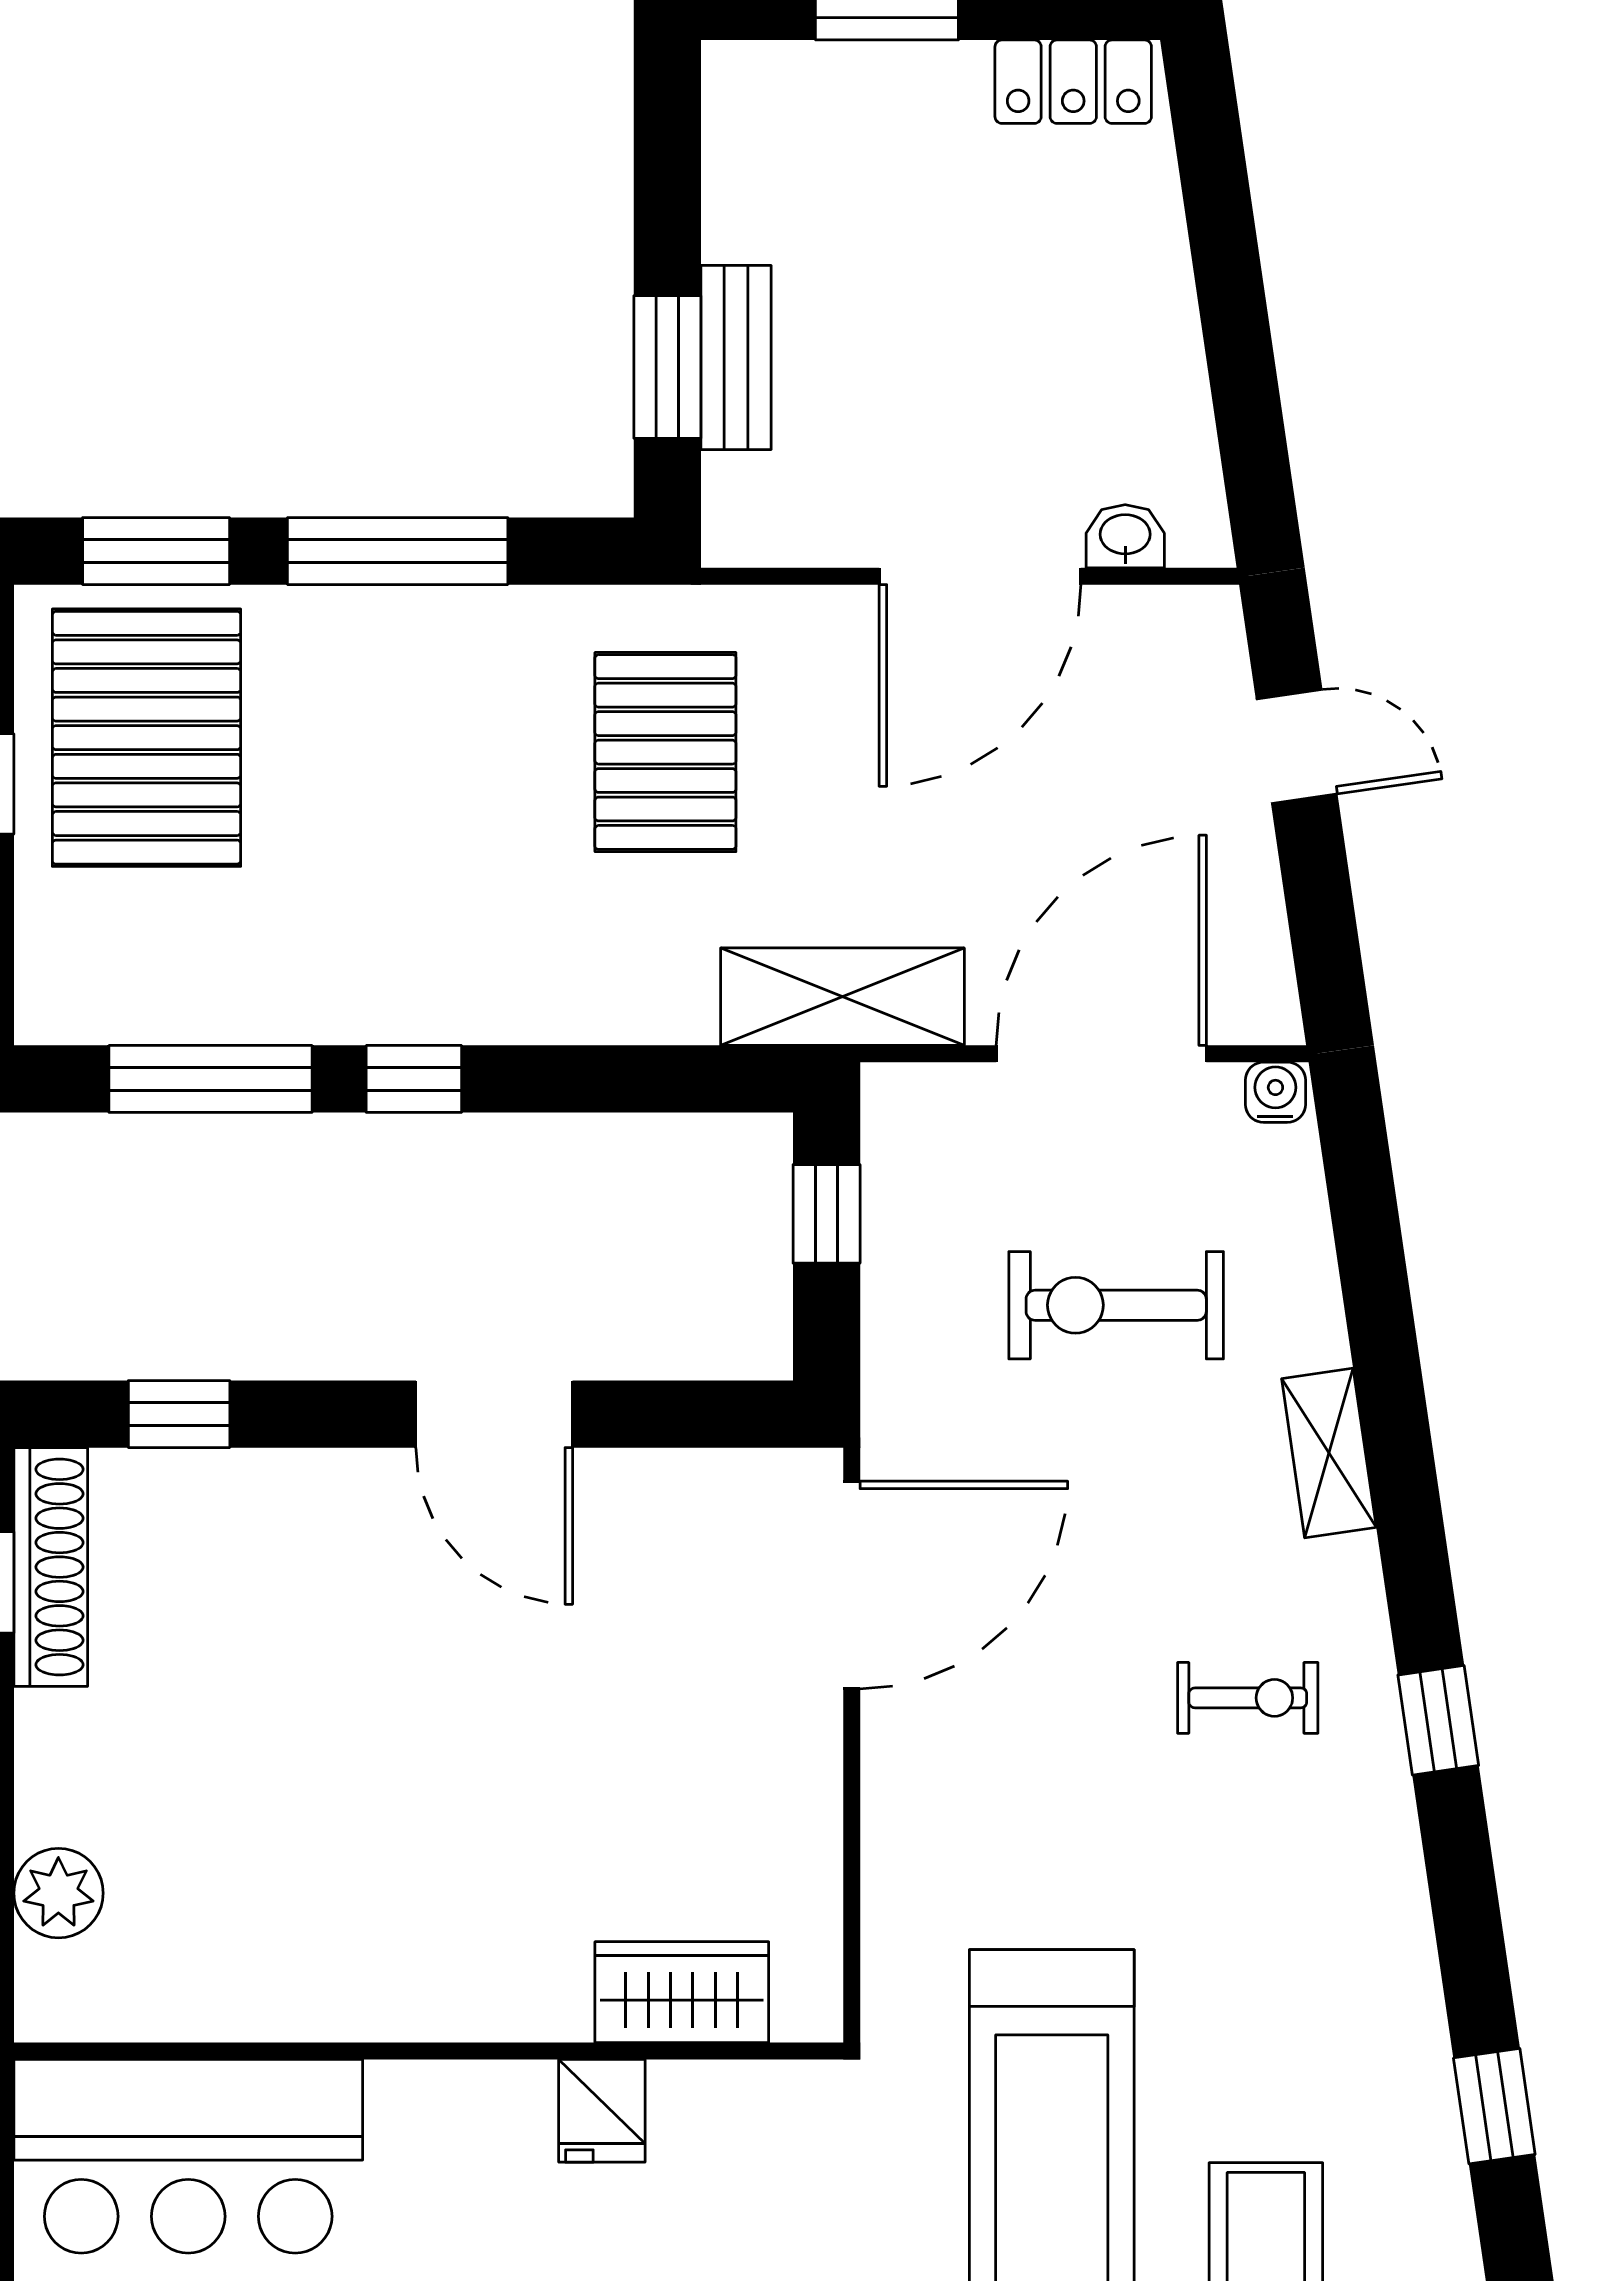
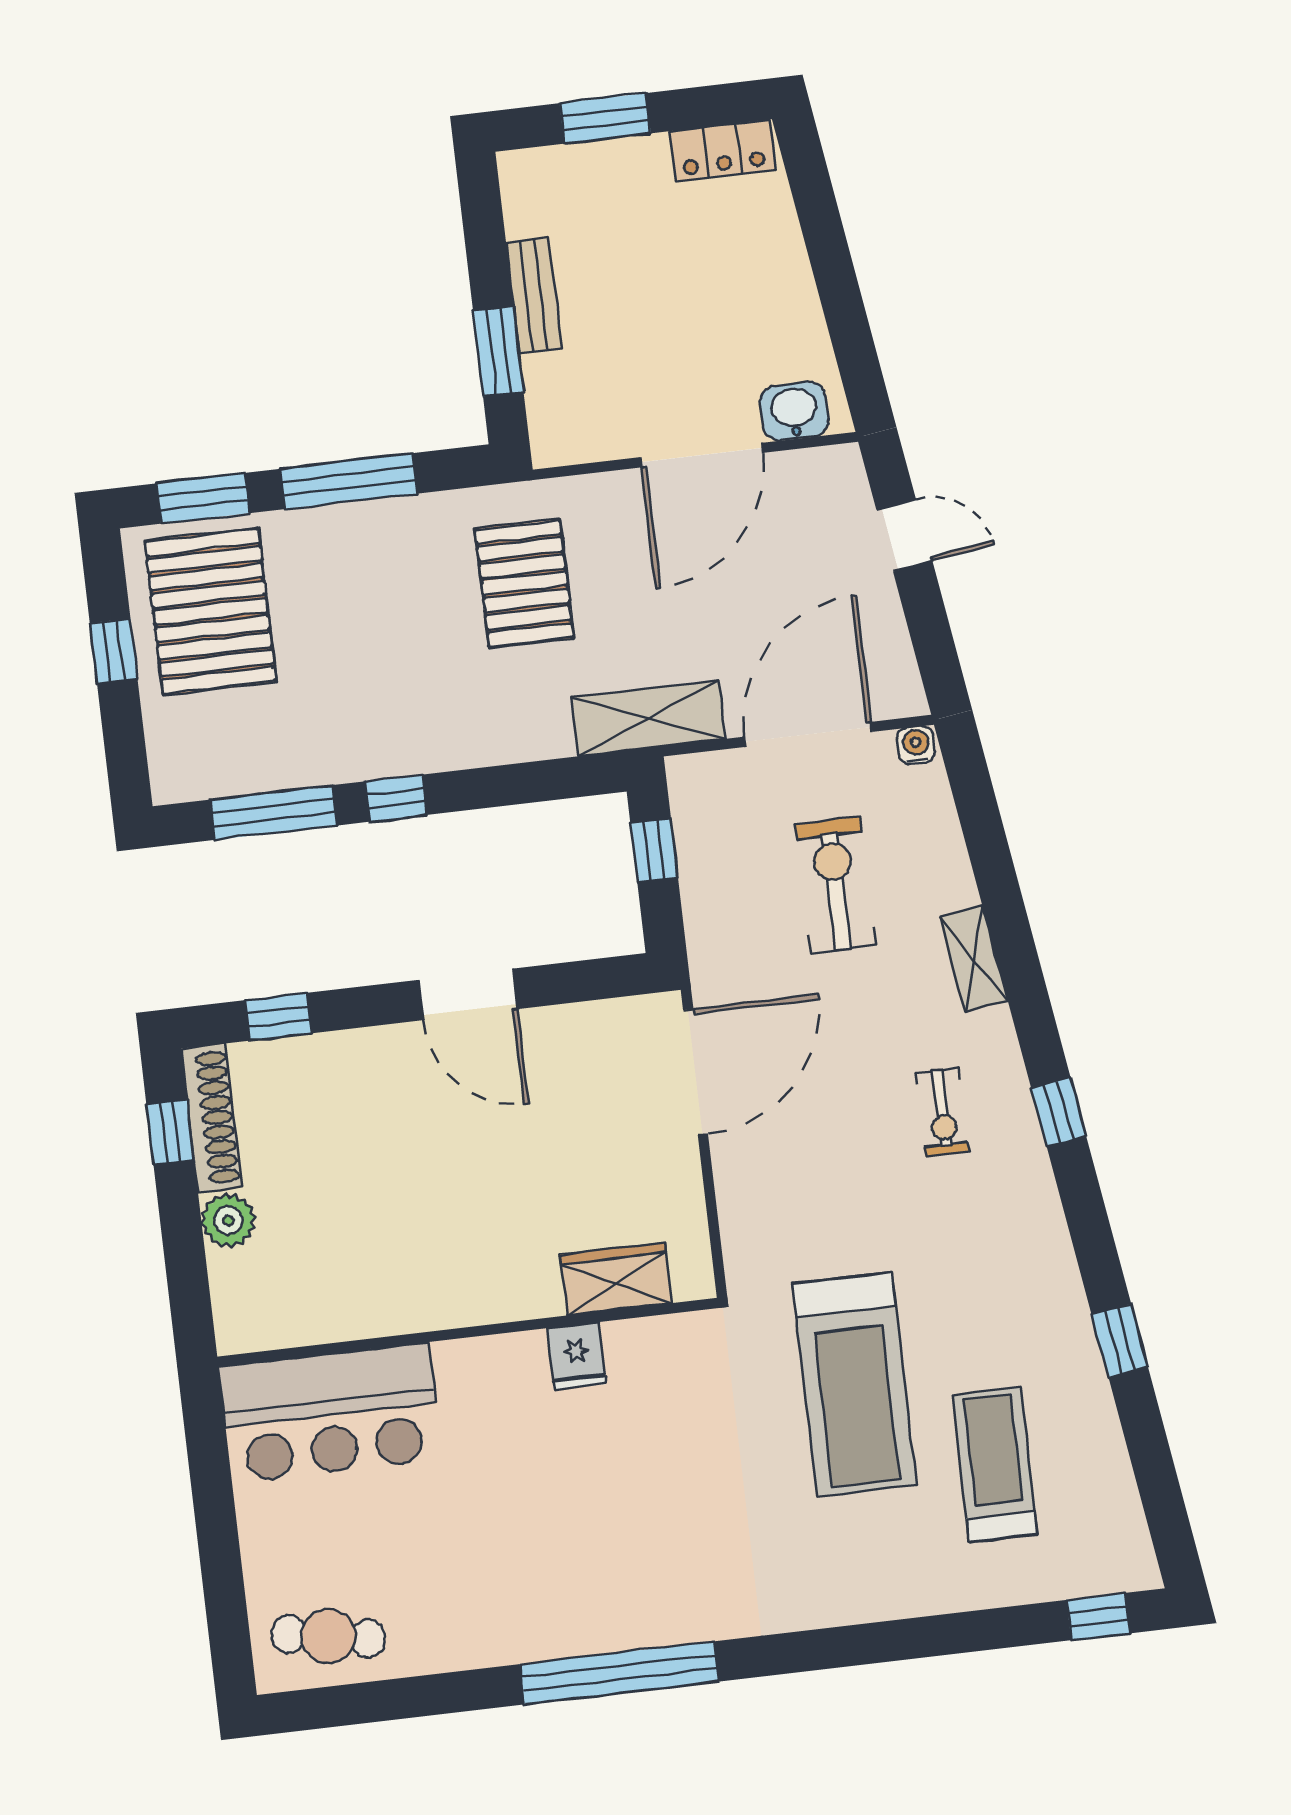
bench: (736, 357) -> (534, 296), moved
washbasin: (1125, 536) -> (794, 411), width x1.38, depth x1.45
exercise bike: (1116, 1305) -> (835, 885), turned 90
exercise bike: (1248, 1698) -> (942, 1112), turned 90
plant: (58, 1893) -> (228, 1220), moved
wardrobe: (682, 1992) -> (616, 1279), moved
wall: (429, 2051) -> (468, 1332), moved
fridge: (602, 2111) -> (576, 1356), moved
bar counter: (188, 2156) -> (330, 1413), moved

